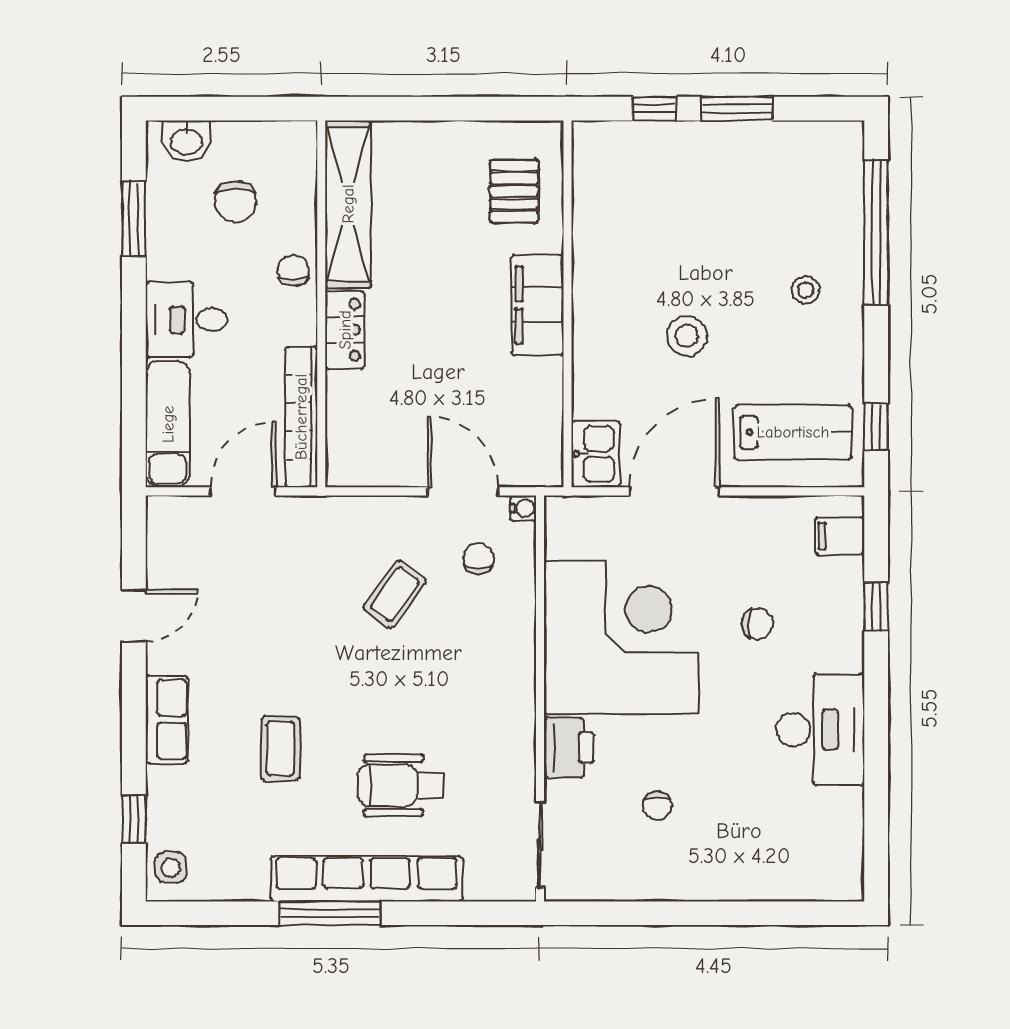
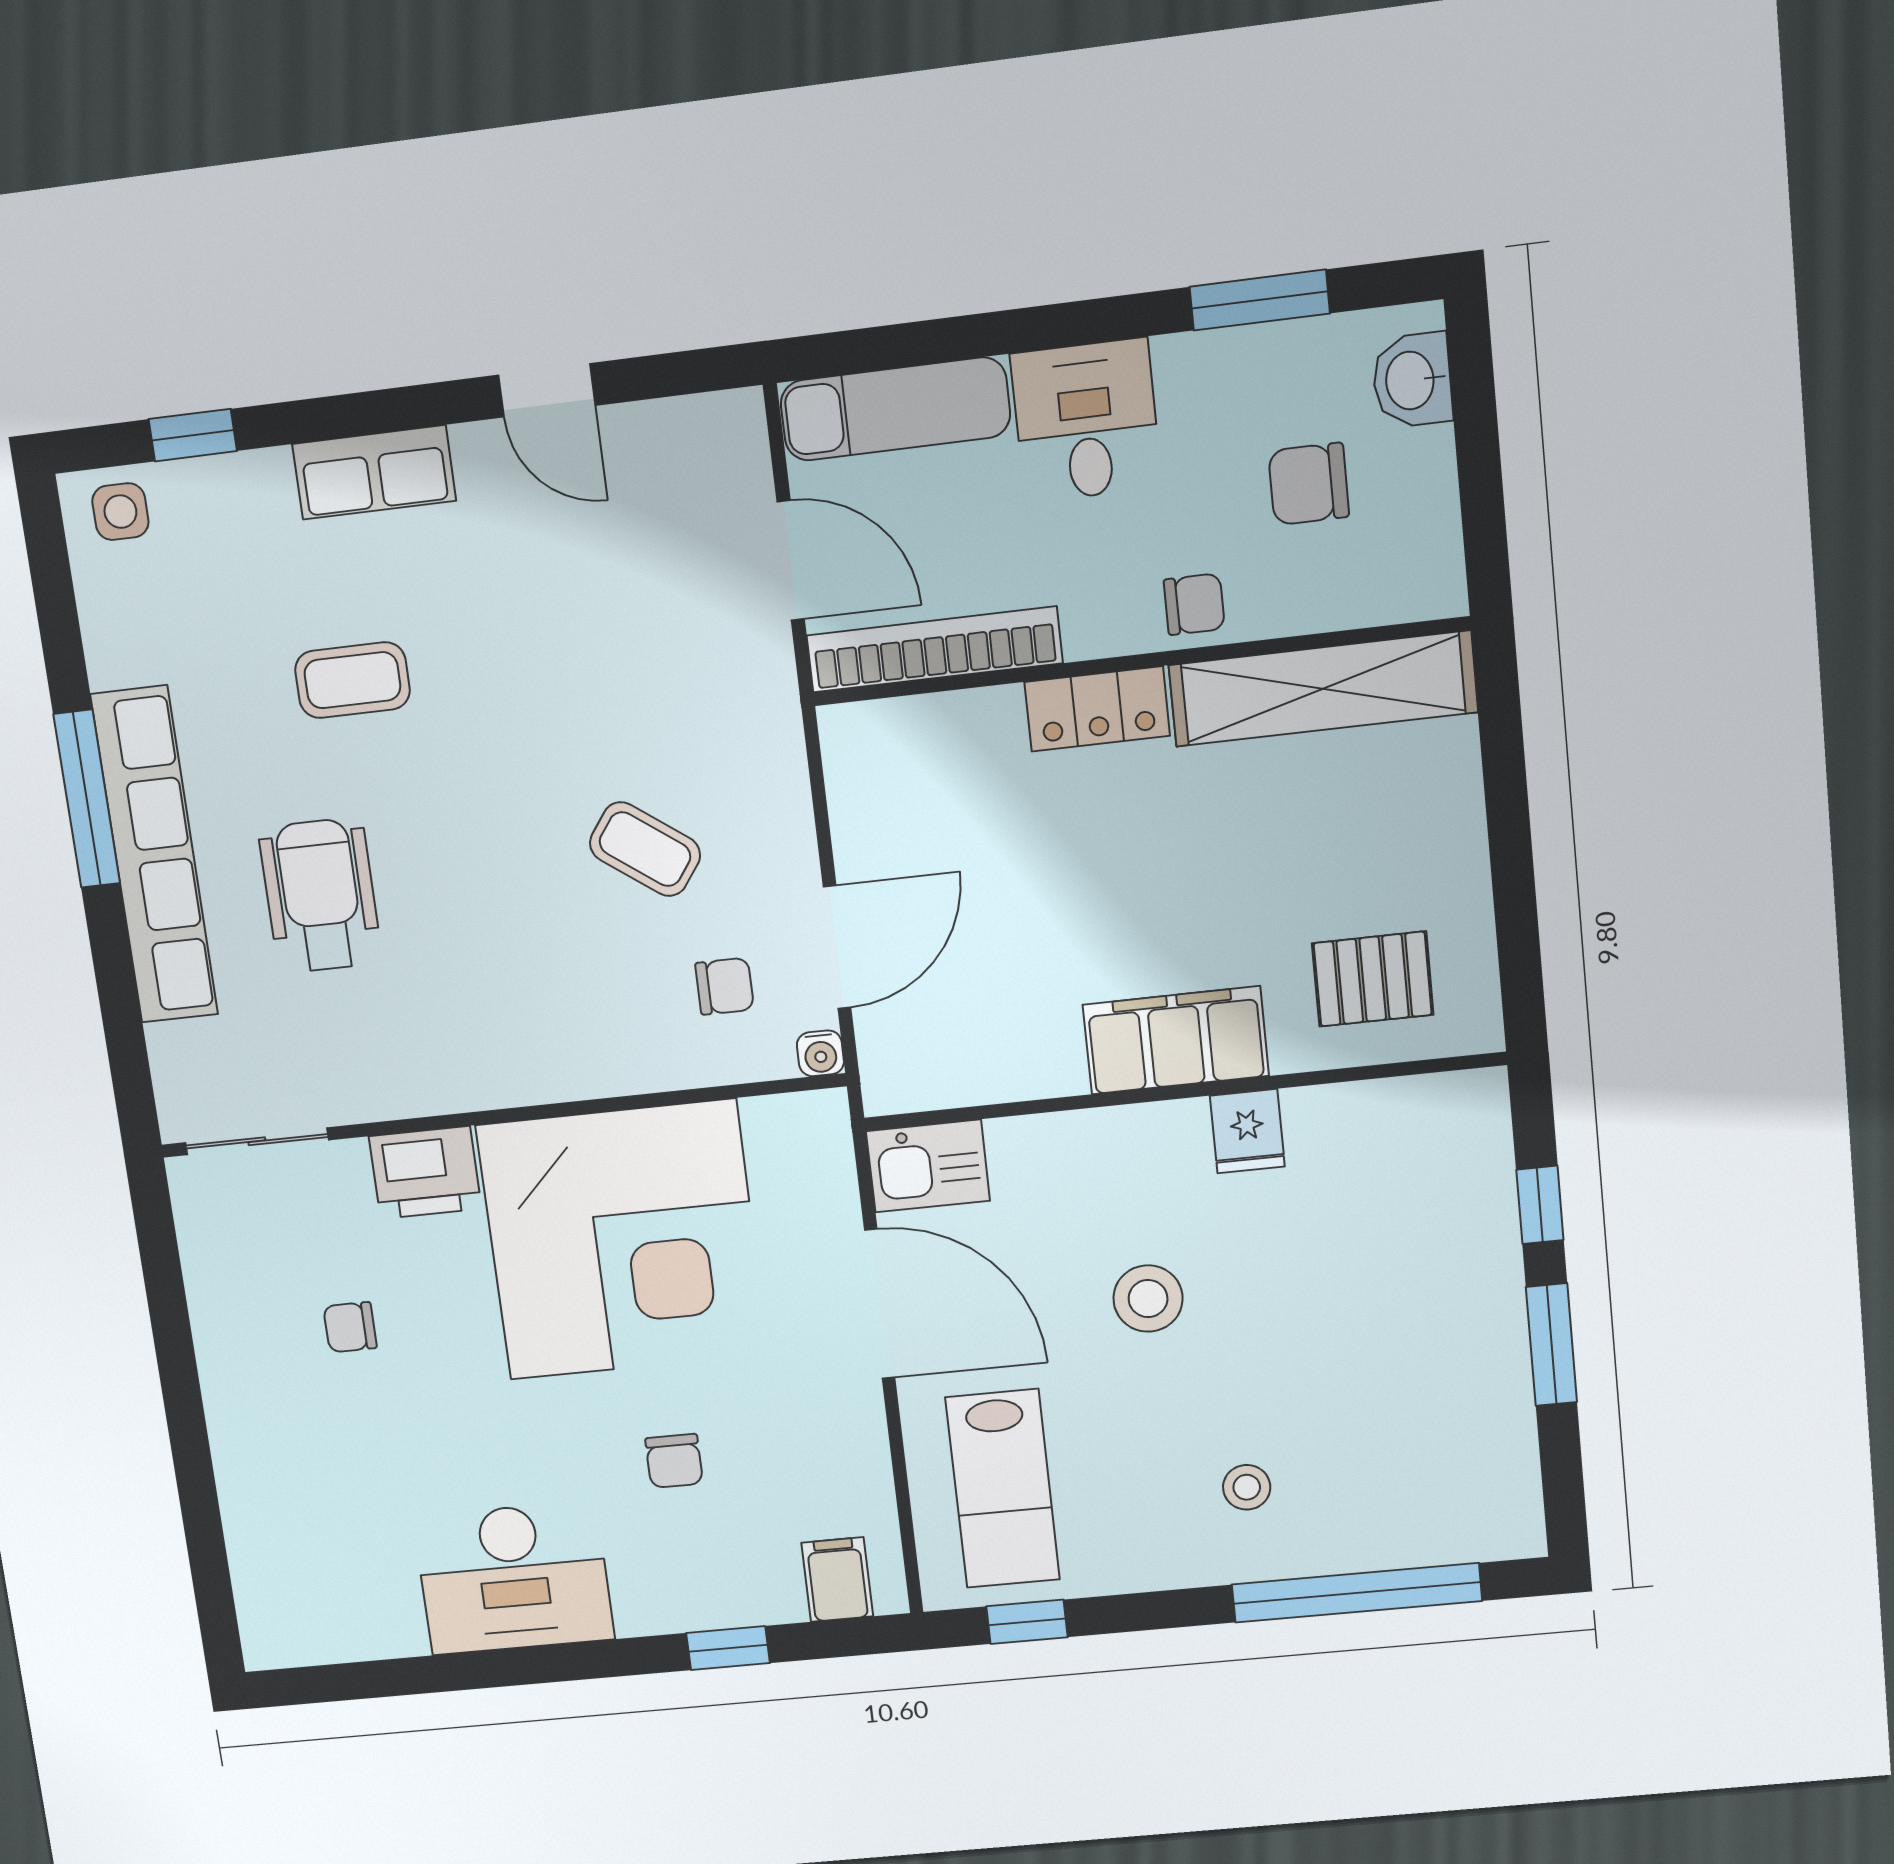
fridge: (594, 270) -> (1247, 1131), added

